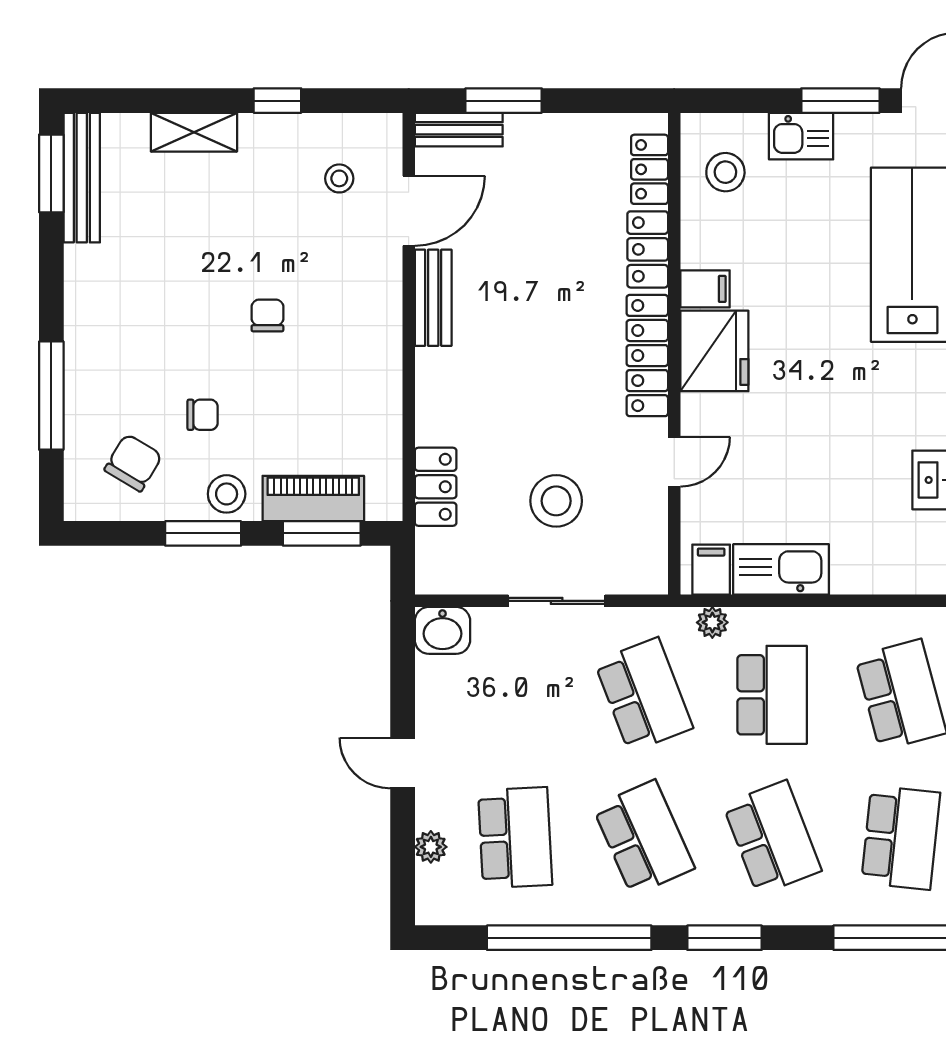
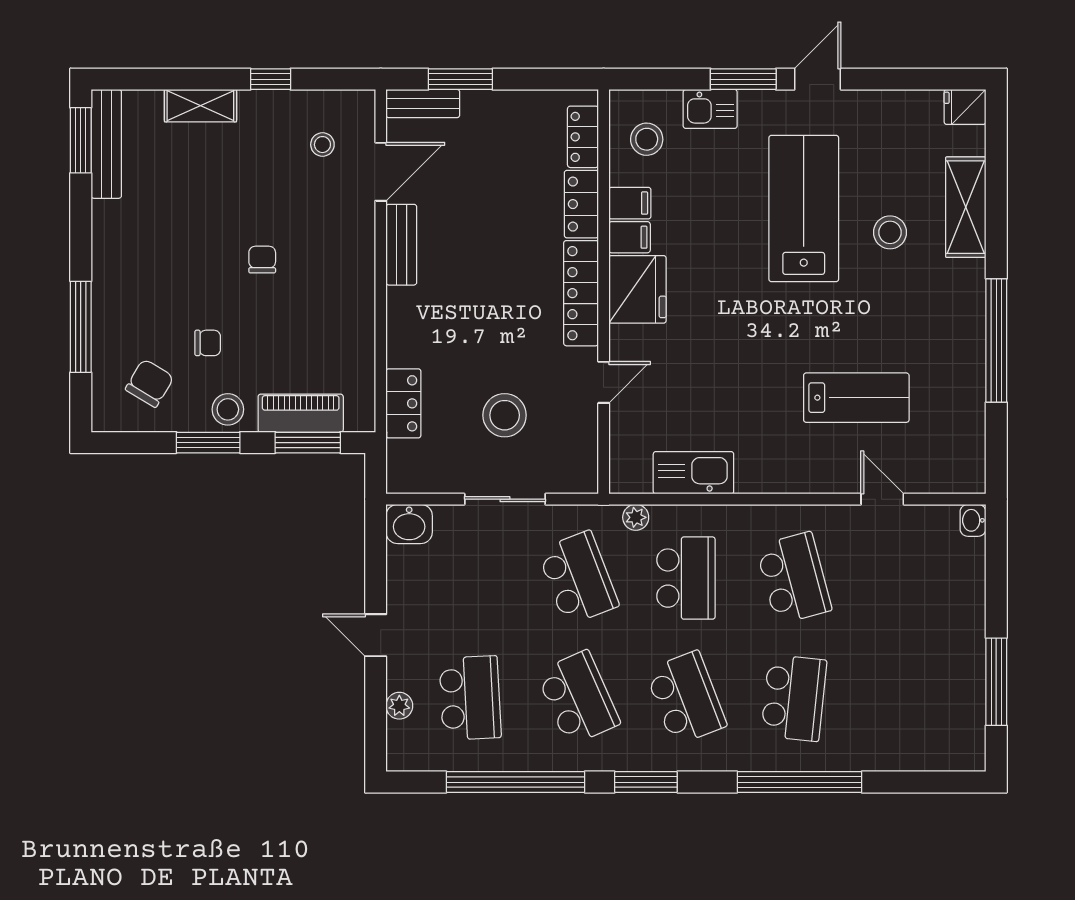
filing cabinet: (711, 570) -> (630, 203), moved, turned 90

